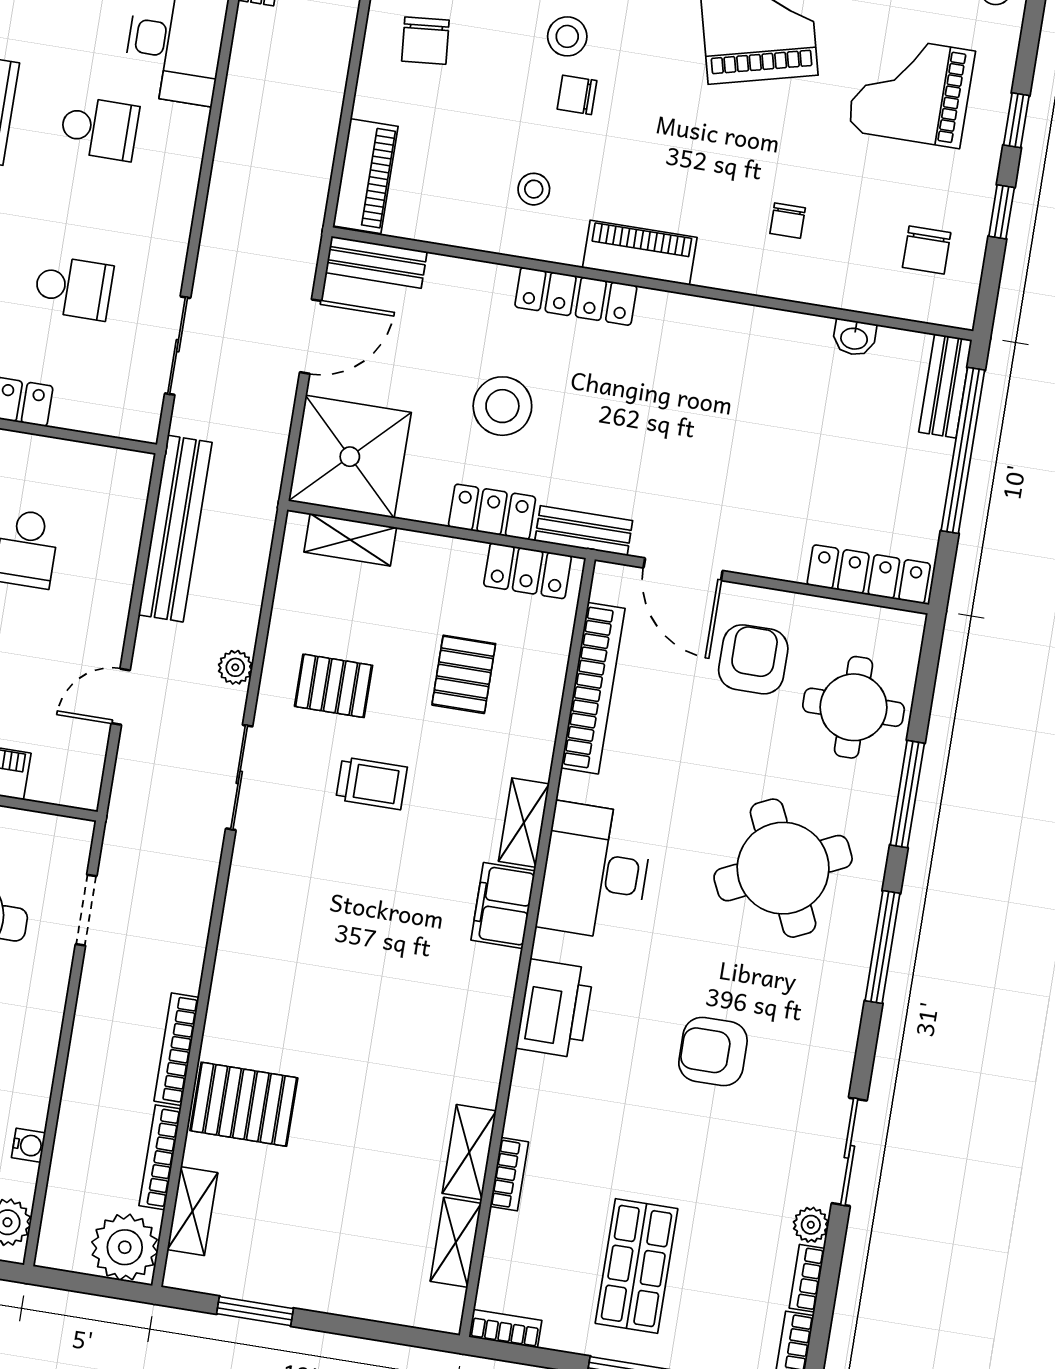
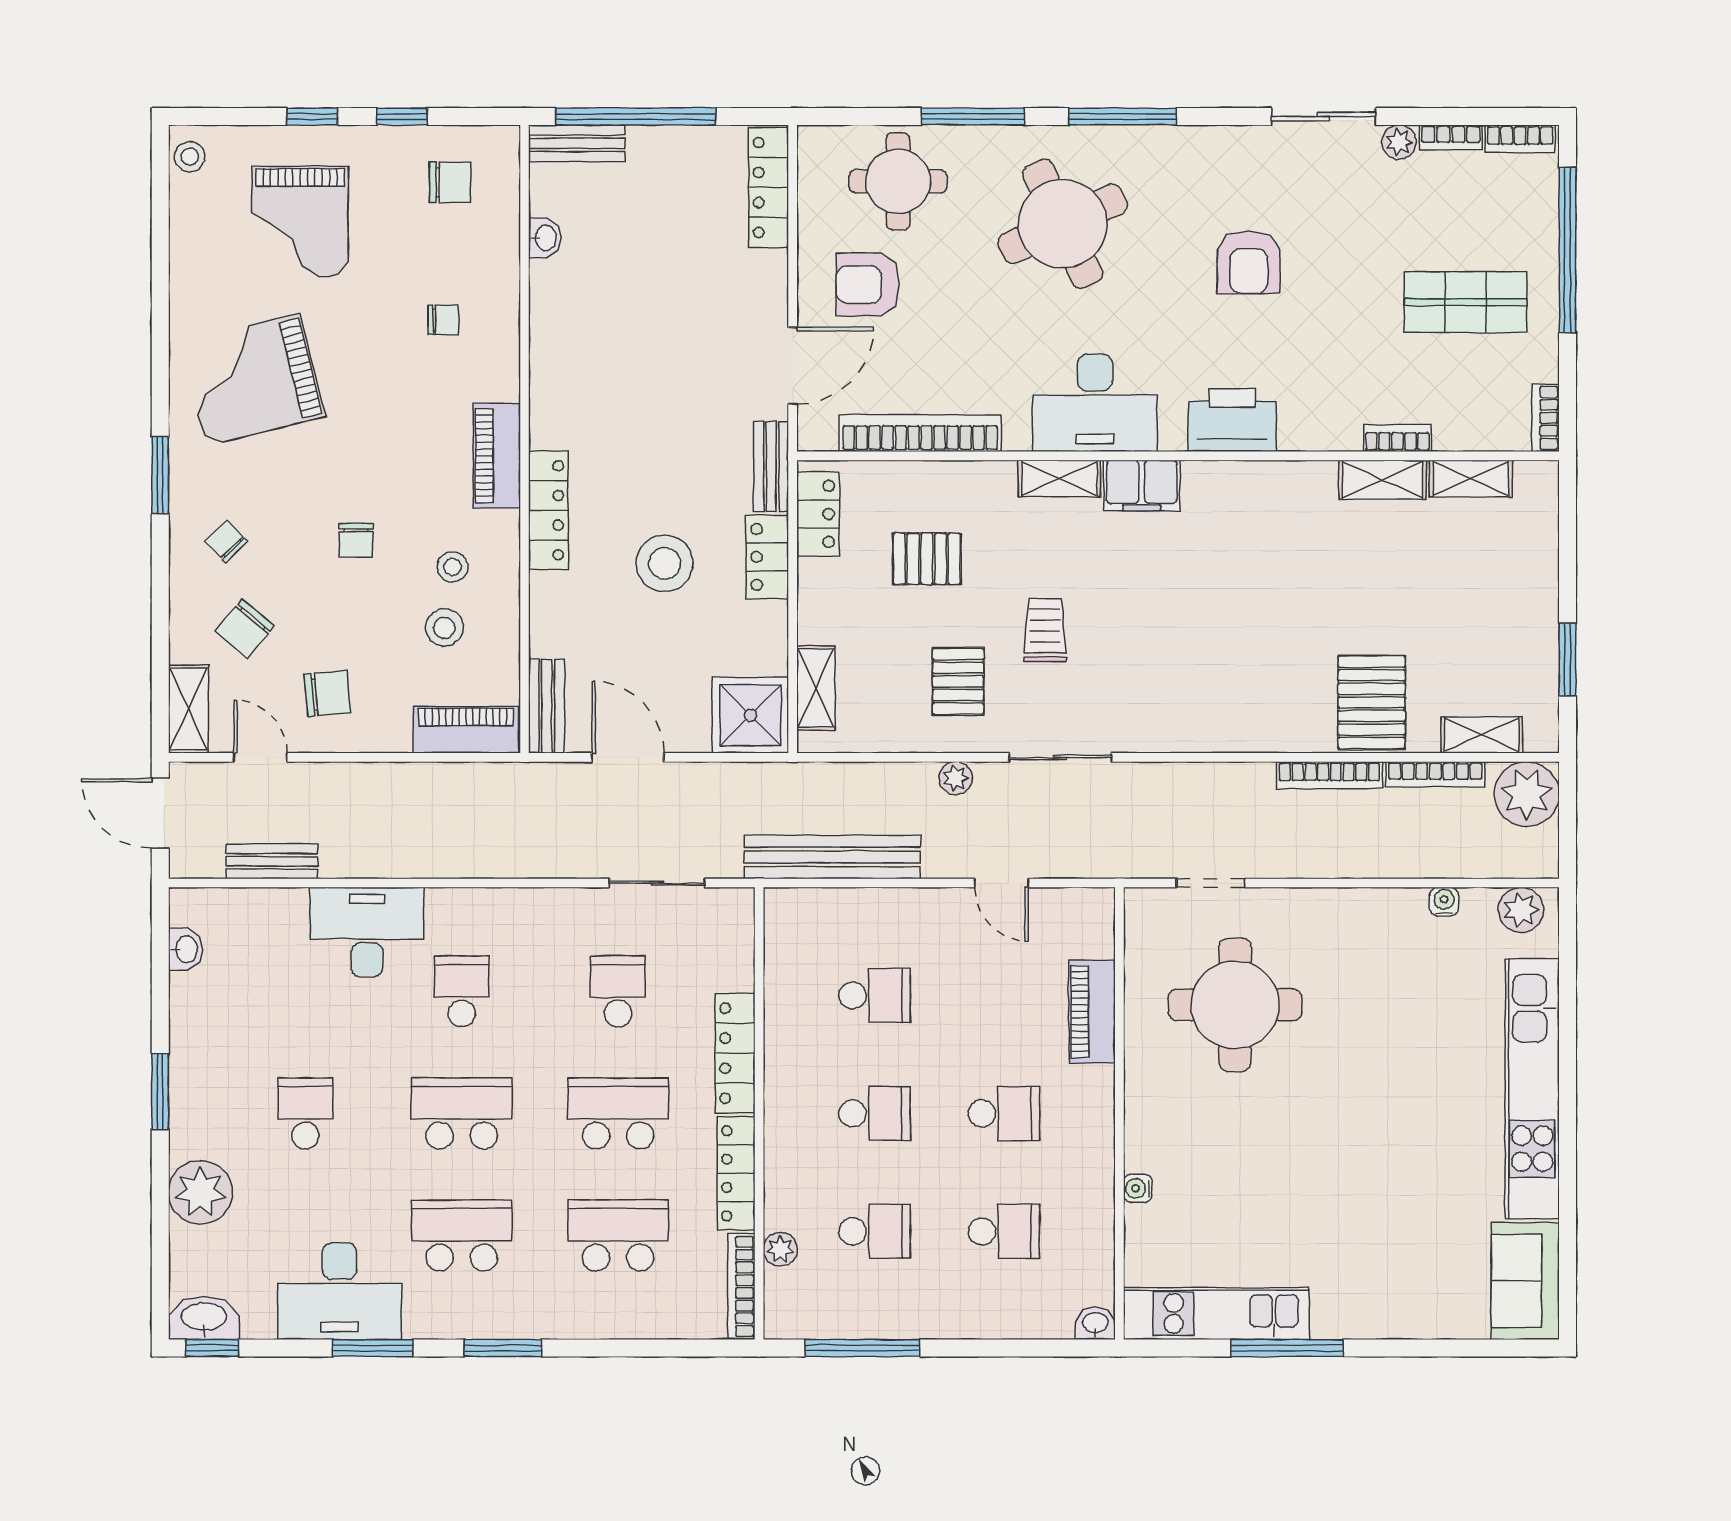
stool: (567, 36) -> (444, 628), moved
shower: (350, 457) -> (750, 715), width x0.73, depth x0.73

